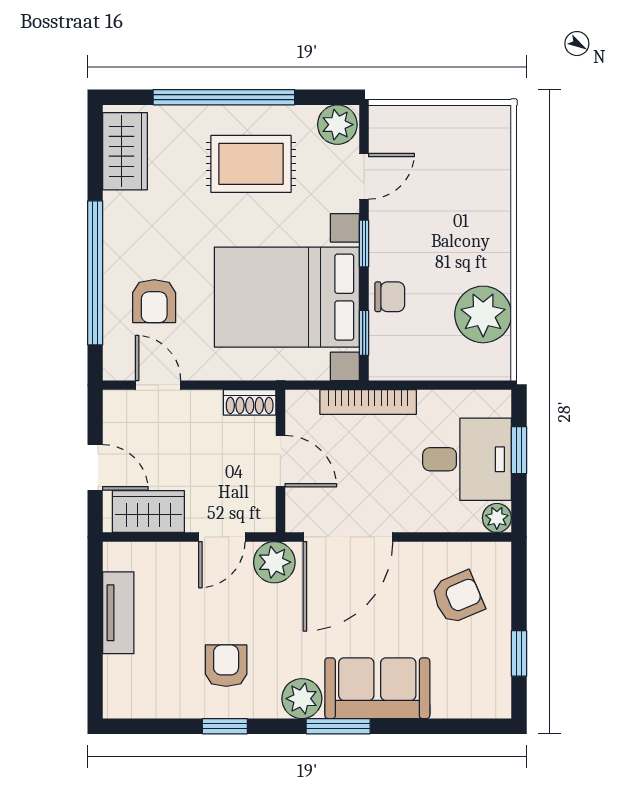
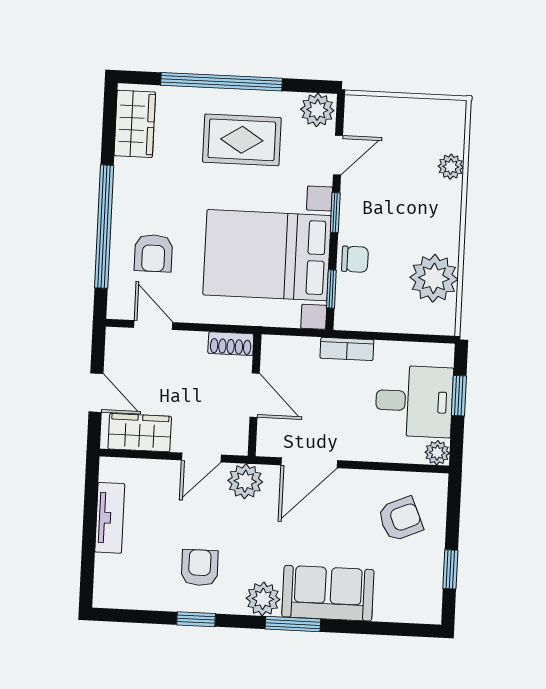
plant: (496, 183) -> (451, 167), added
bookcase: (368, 402) -> (347, 349), width x0.64
door: (348, 537) -> (309, 463), width x0.73

